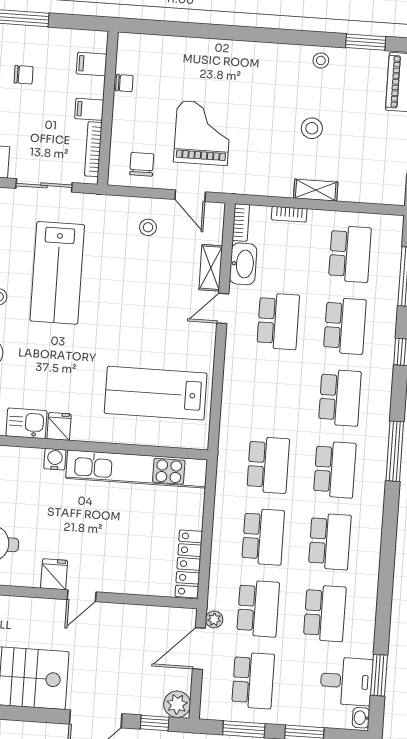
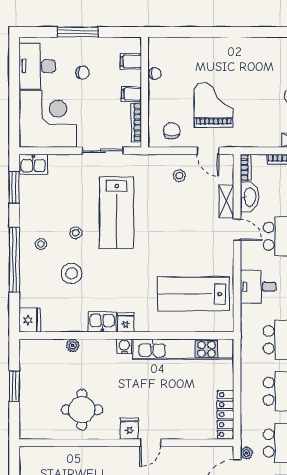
door: (223, 308) -> (237, 230), swing flipped
desk: (247, 389) -> (258, 287), added

